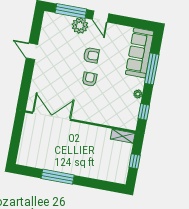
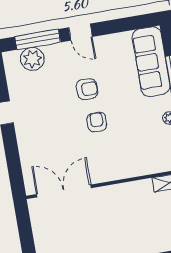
plant: (80, 26) -> (32, 59), moved

